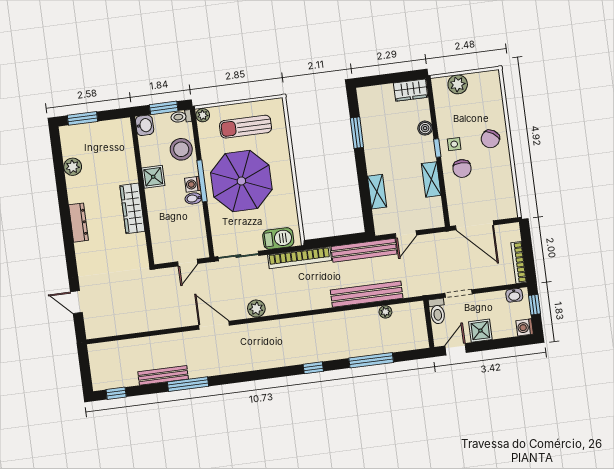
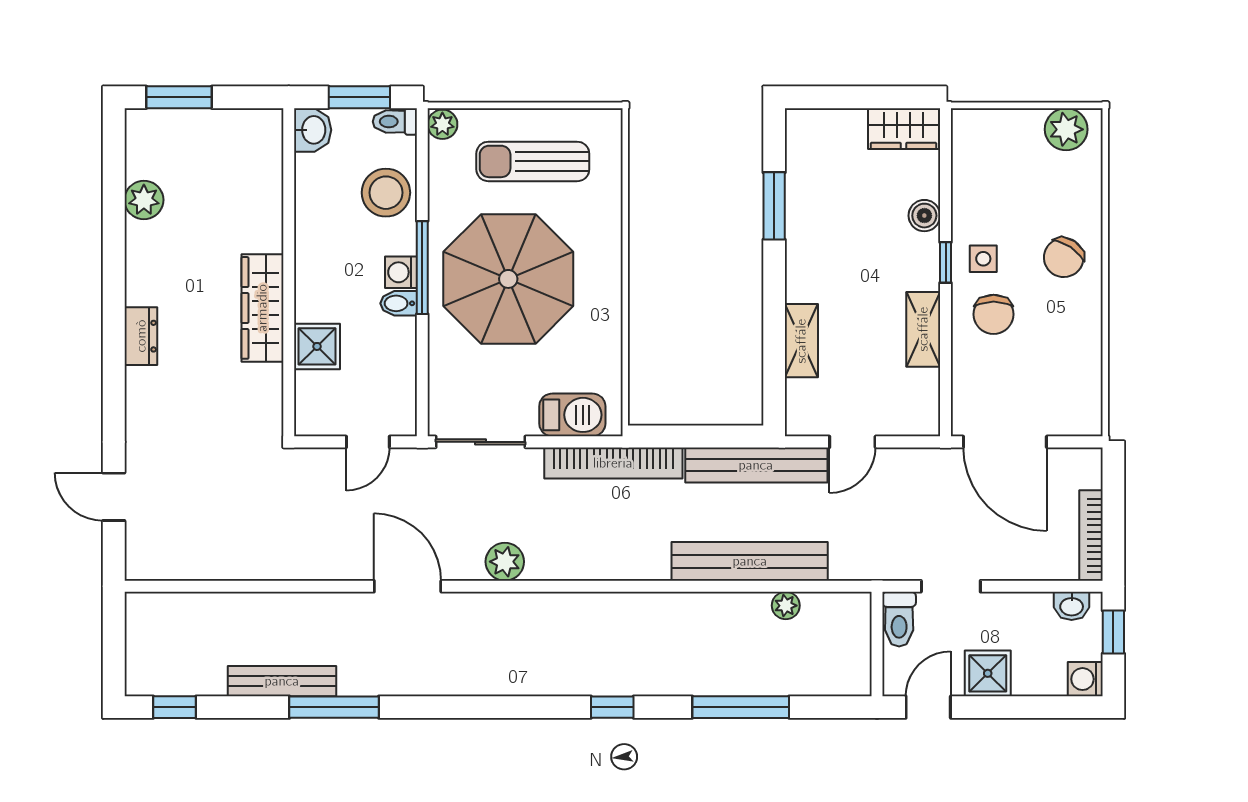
plant: (458, 84) -> (1066, 129), moved
shower: (153, 177) -> (317, 346), moved
dresser: (78, 223) -> (141, 336), width x0.70

